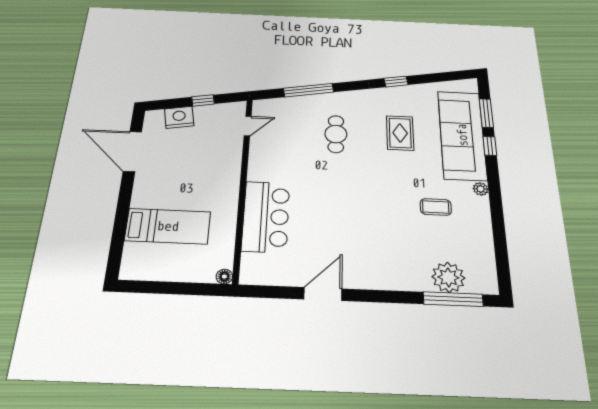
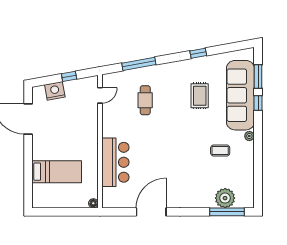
cafe table: (336, 134) -> (145, 100), moved
door: (323, 294) -> (151, 212), width x1.36

